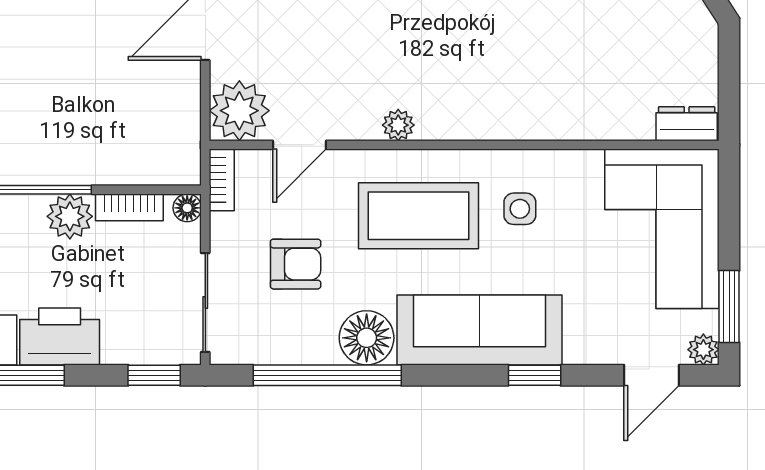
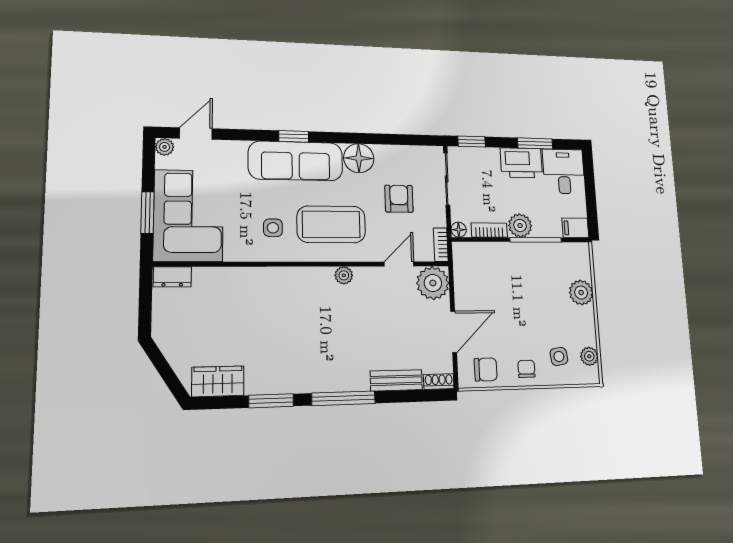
armchair: (296, 264) -> (399, 199), turned 90
window: (729, 307) -> (147, 213), moved
window: (327, 375) -> (380, 139), removed
window: (535, 375) -> (294, 136), moved

